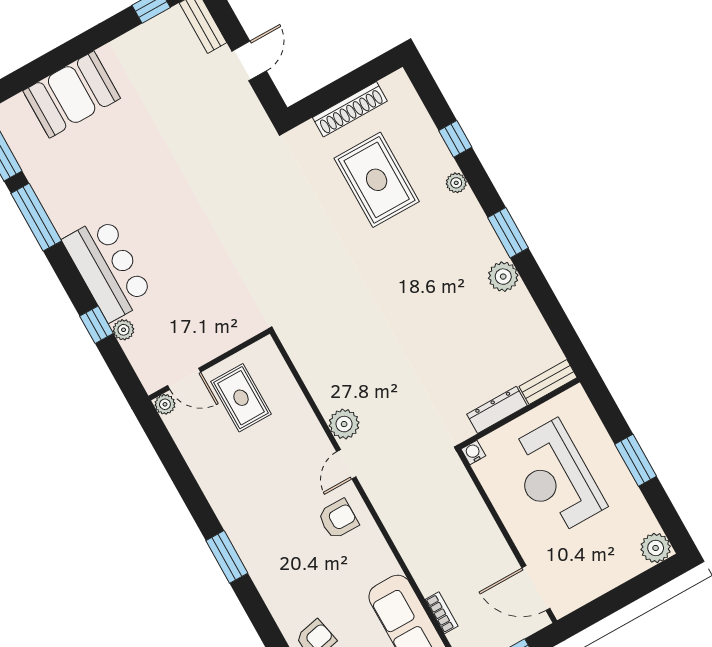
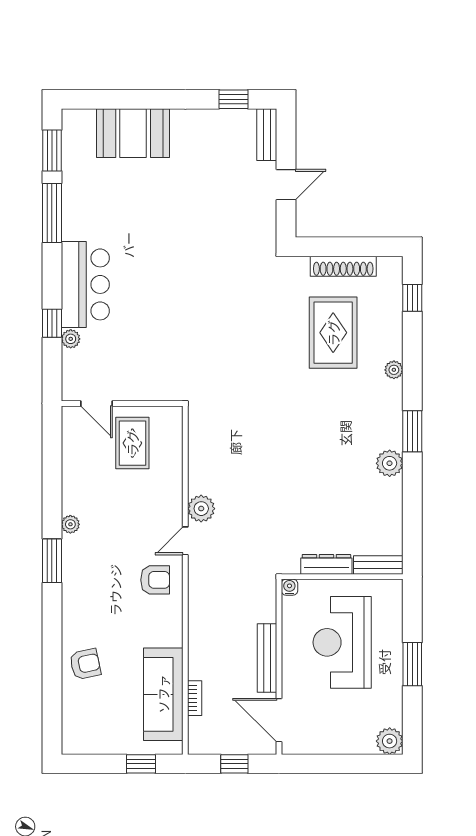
window: (455, 139) -> (412, 298), moved
plant: (165, 404) -> (70, 524), moved
bench: (490, 534) -> (267, 658), added

